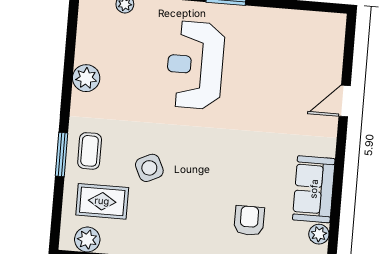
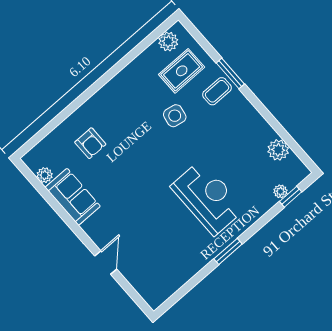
plant: (86, 78) -> (278, 150), moved
coffee table: (90, 151) -> (217, 91), turned 90
side table: (149, 168) -> (175, 116), turned 35

